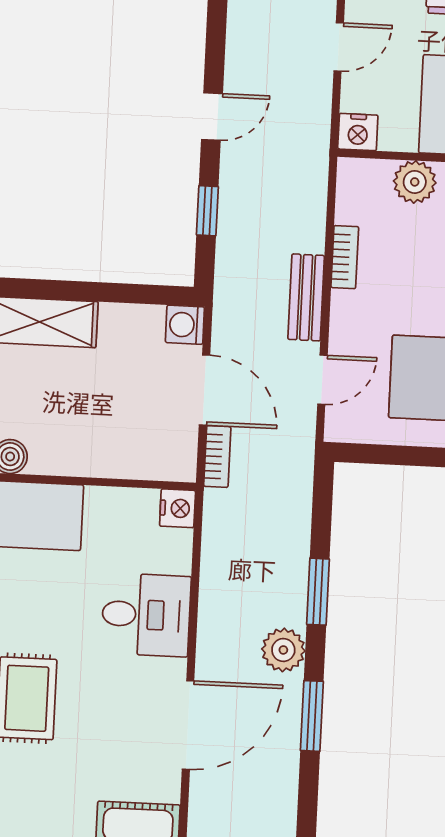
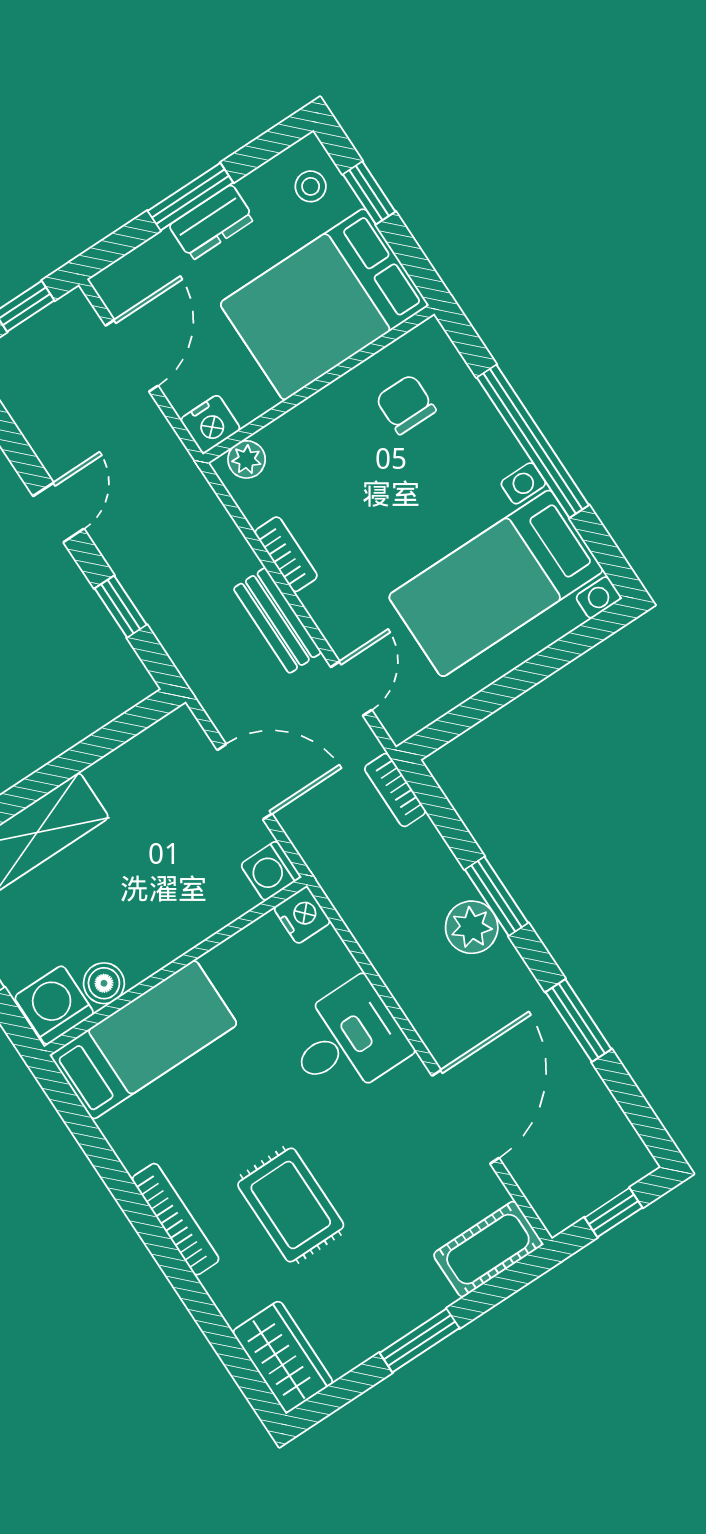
door: (339, 47) -> (132, 356), width x1.38
plant: (415, 182) -> (247, 459), moved, width x0.73, depth x0.73
washing machine: (185, 325) -> (271, 871), moved
bookcase: (217, 457) -> (395, 790), moved, turned 180
plant: (283, 650) -> (472, 927), moved

